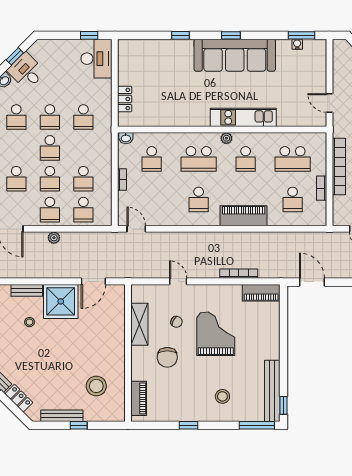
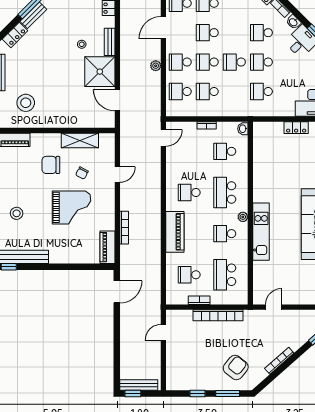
locker: (125, 99) -> (296, 128), moved

